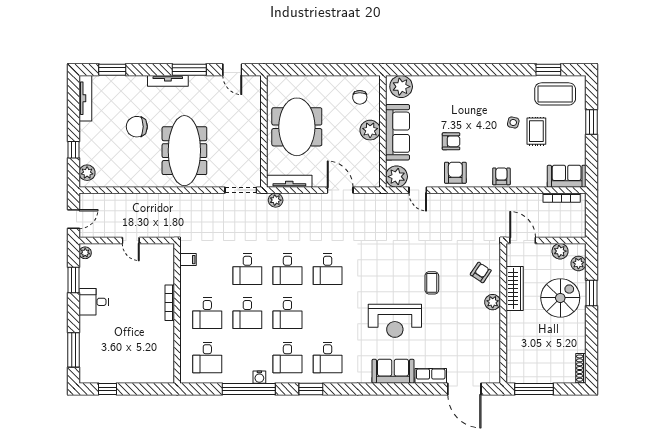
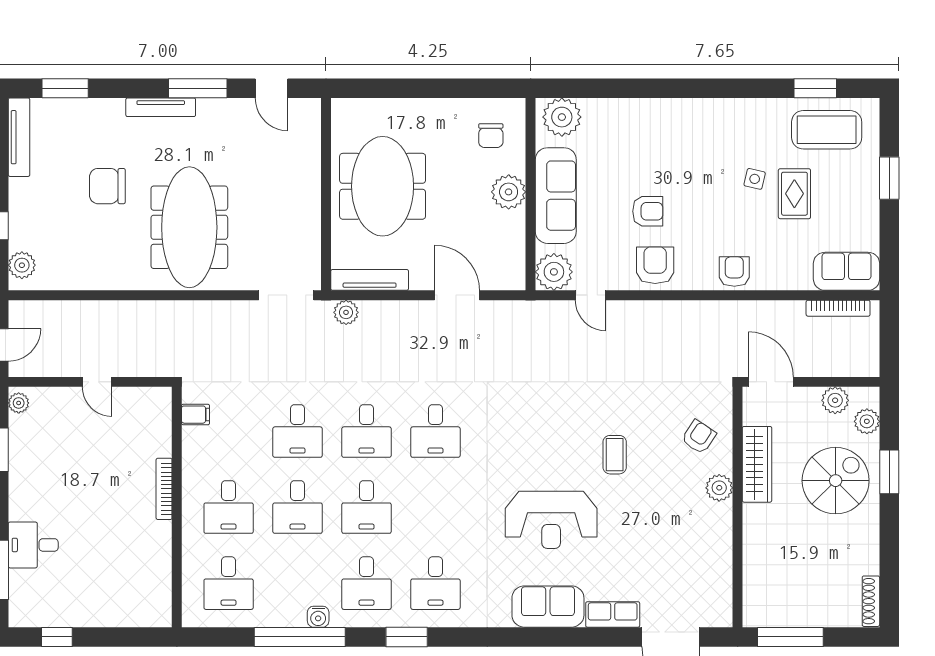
desk: (94, 302) -> (33, 545), moved

